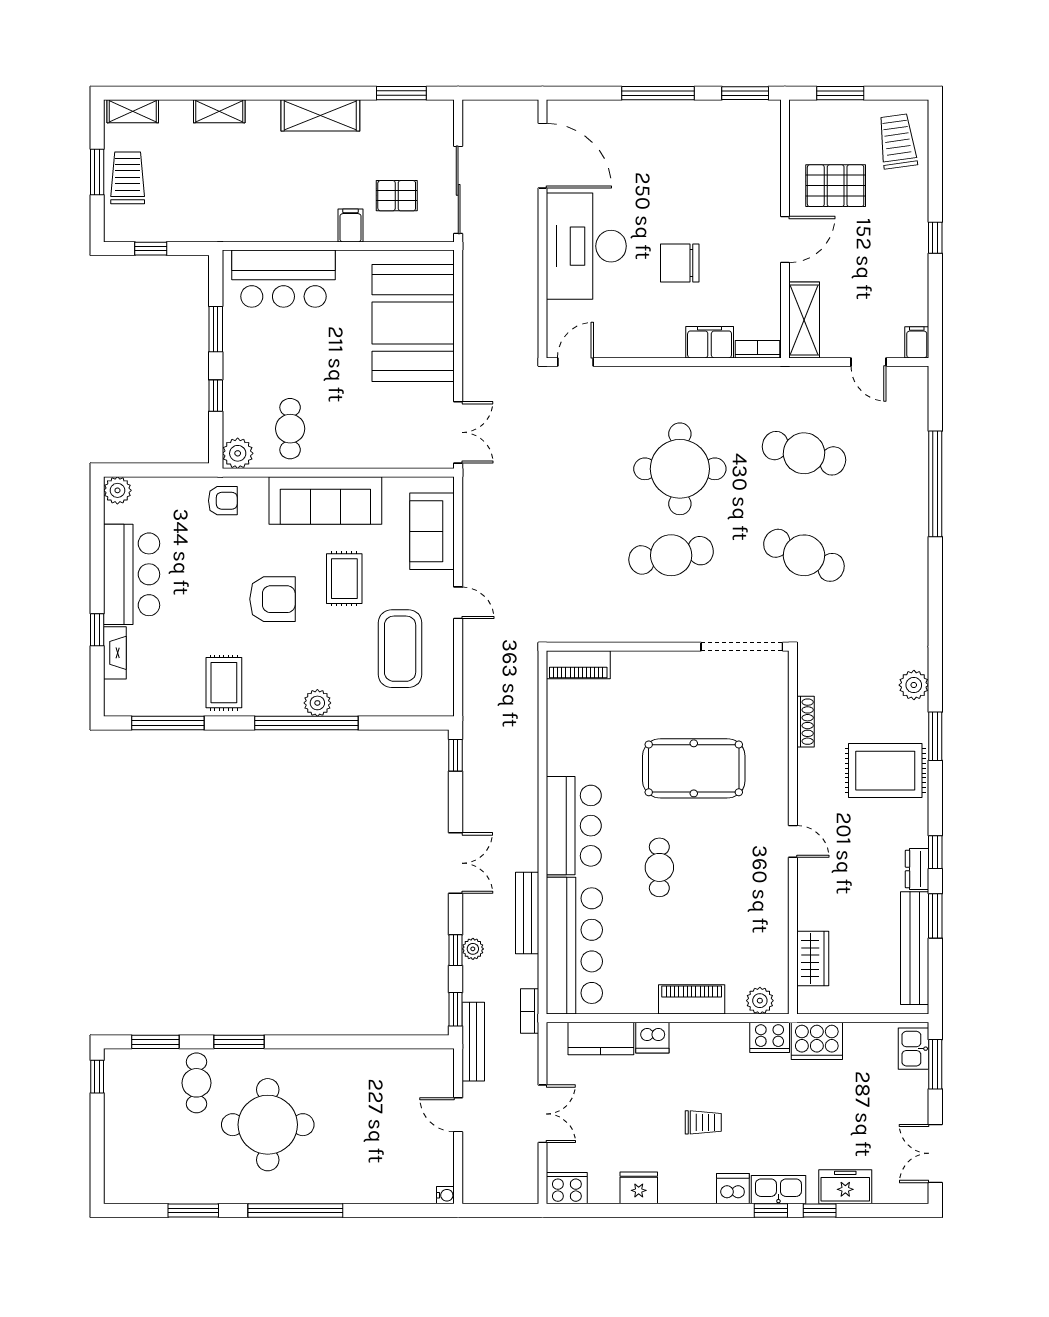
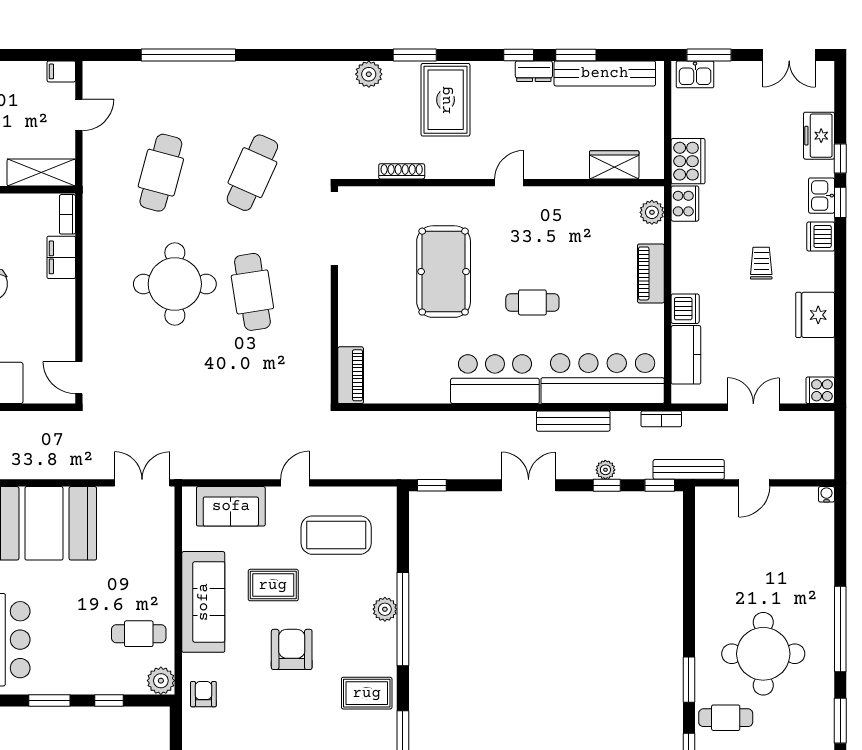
cooker: (567, 1188) -> (820, 390), width x0.73
fridge: (639, 1188) -> (815, 315), width x1.36, depth x1.34
kitchen sink: (778, 1190) -> (822, 196), width x0.73

